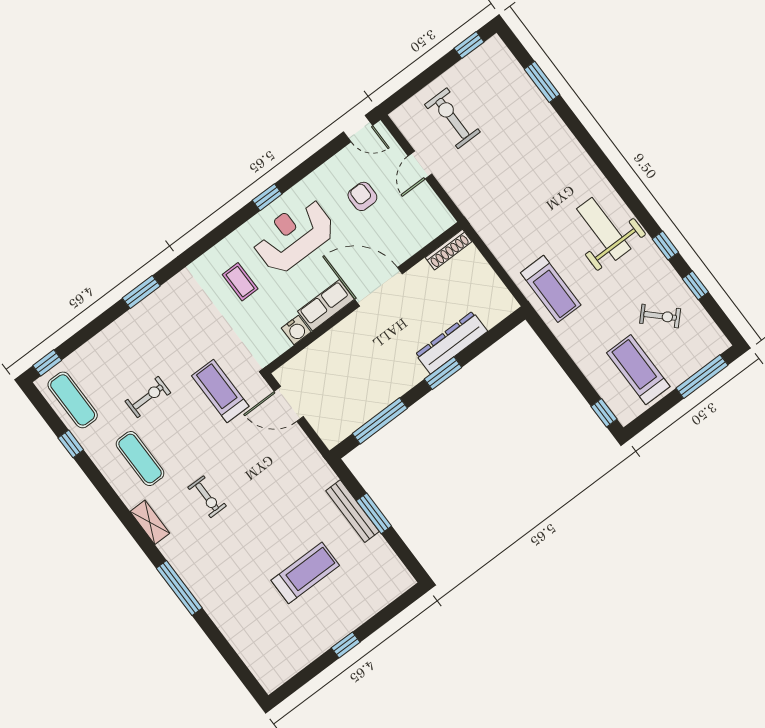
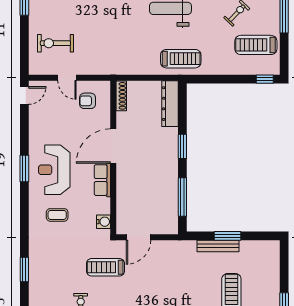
armchair: (362, 196) -> (88, 101), moved
window: (267, 197) -> (24, 168), width x1.50
water cooler: (296, 330) -> (104, 222), moved
dresser: (451, 343) -> (170, 104), moved

